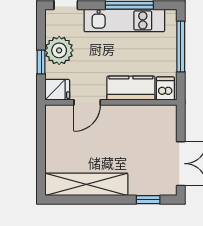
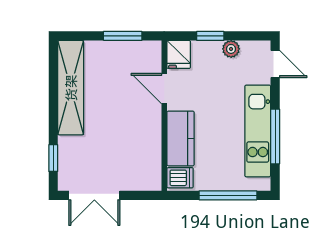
plant: (59, 50) -> (231, 49), width x0.53, depth x0.53
window: (41, 139) -> (123, 36), added

